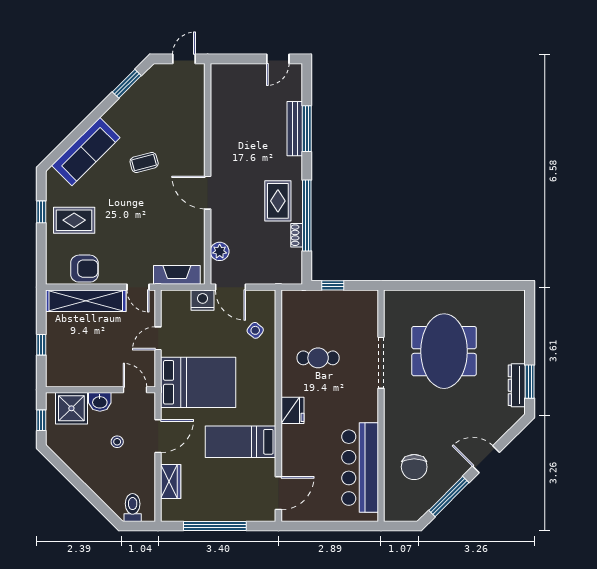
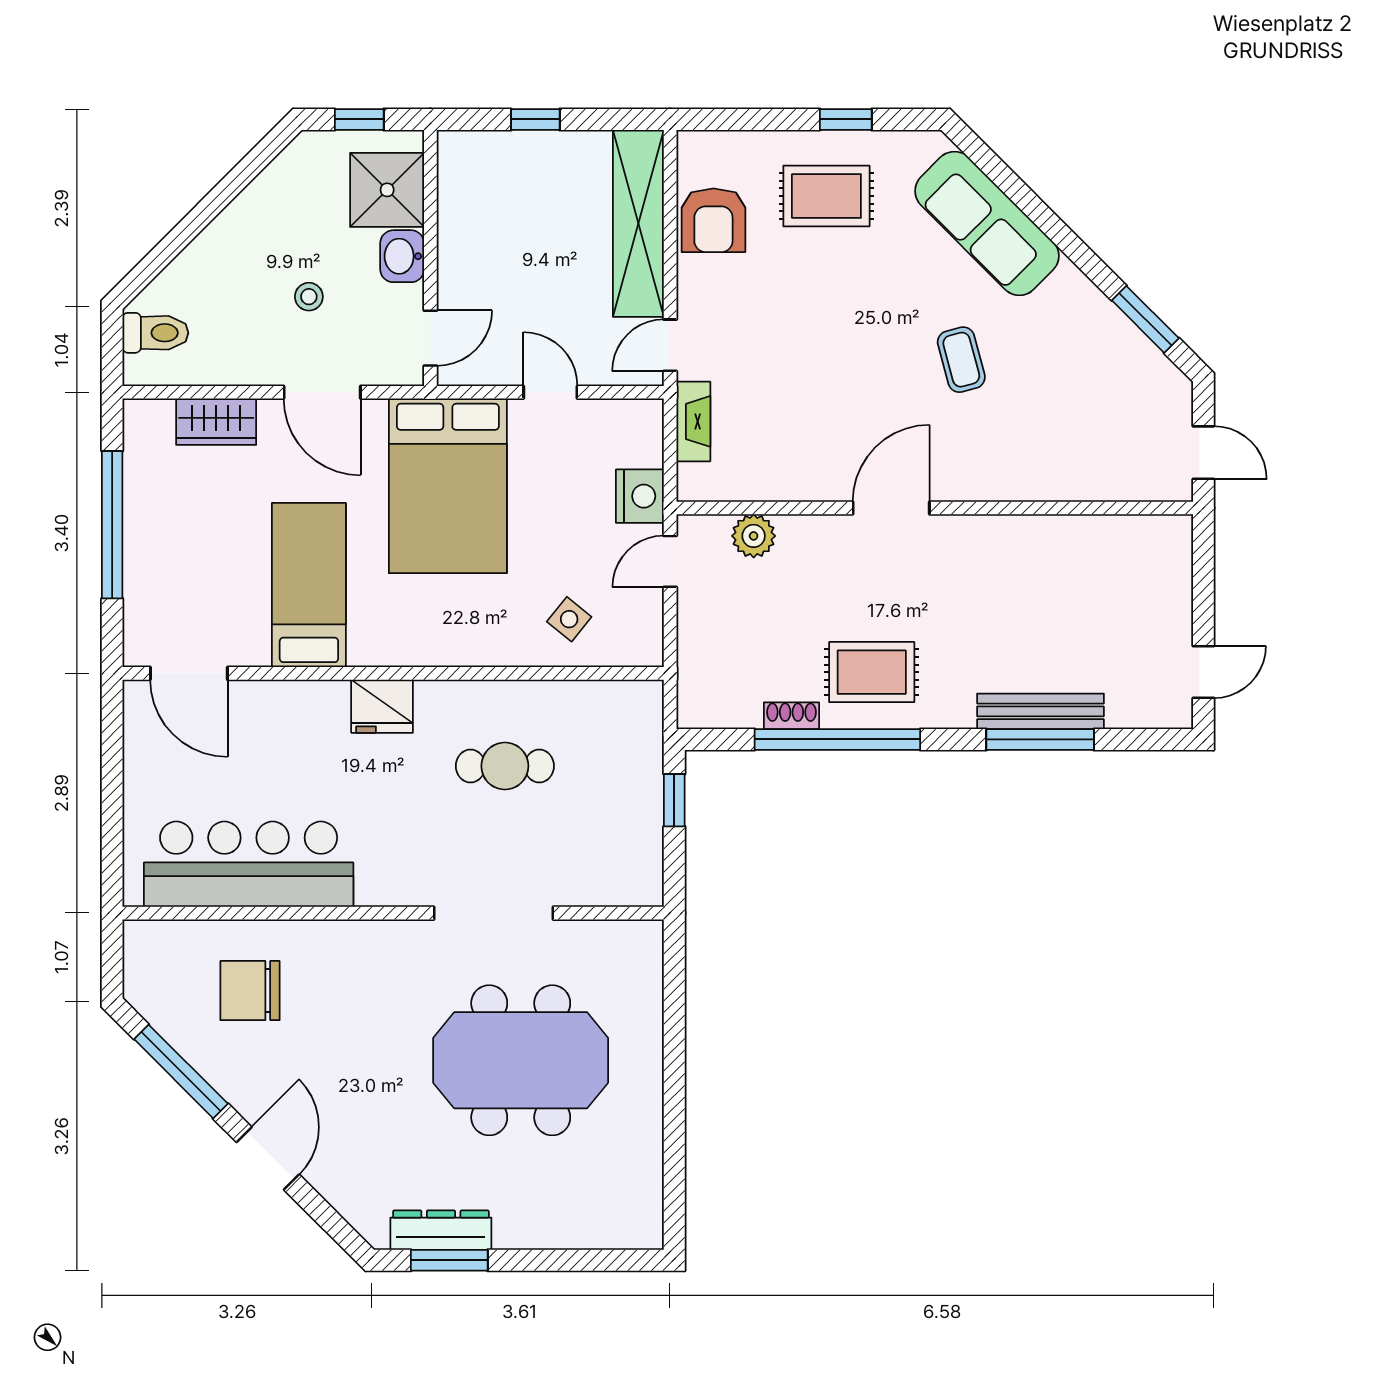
door: (278, 59) -> (1203, 672), swing flipped
rug: (74, 220) -> (826, 196), turned 90
fireplace: (177, 275) -> (693, 421), width x0.73, depth x0.76
door: (230, 287) -> (670, 561), width x0.73
cafe table: (318, 358) -> (505, 766), turned 90

